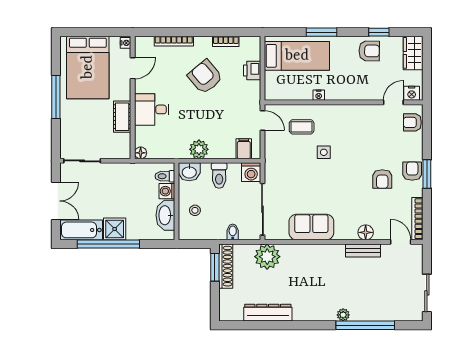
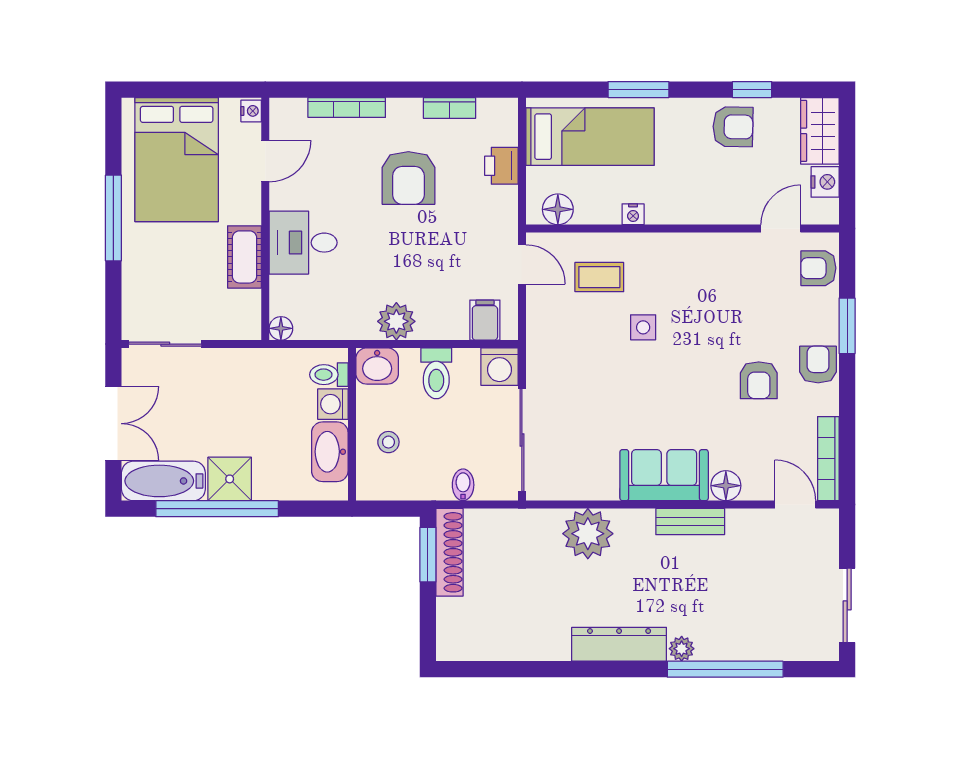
armchair: (205, 77) -> (408, 178), turned -140
floor lamp: (281, 93) -> (558, 209), added
nightstand: (412, 93) -> (825, 182), moved, turned -90
window: (427, 174) -> (847, 326), moved
sofa: (311, 227) -> (664, 475), moved
bench: (363, 251) -> (690, 522), moved
plant: (267, 257) -> (588, 534), moved
dresser: (268, 313) -> (619, 644), moved

